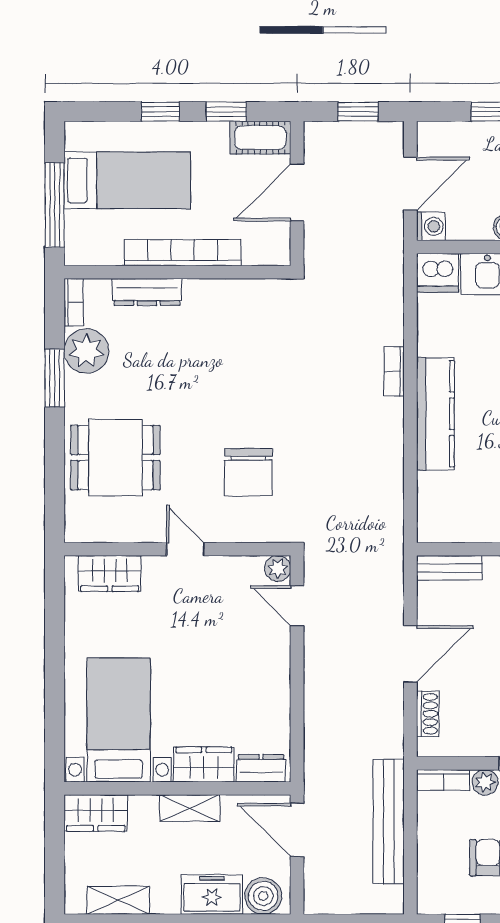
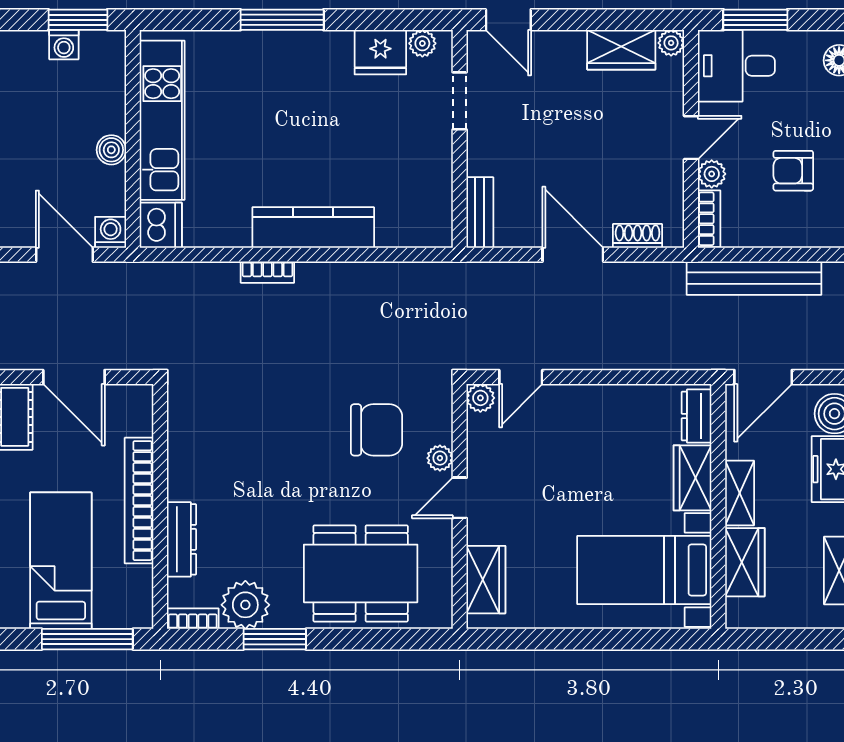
dining table: (115, 458) -> (361, 573), width x1.38
plant: (222, 531) -> (440, 458), added
wardrobe: (96, 813) -> (745, 562), moved

